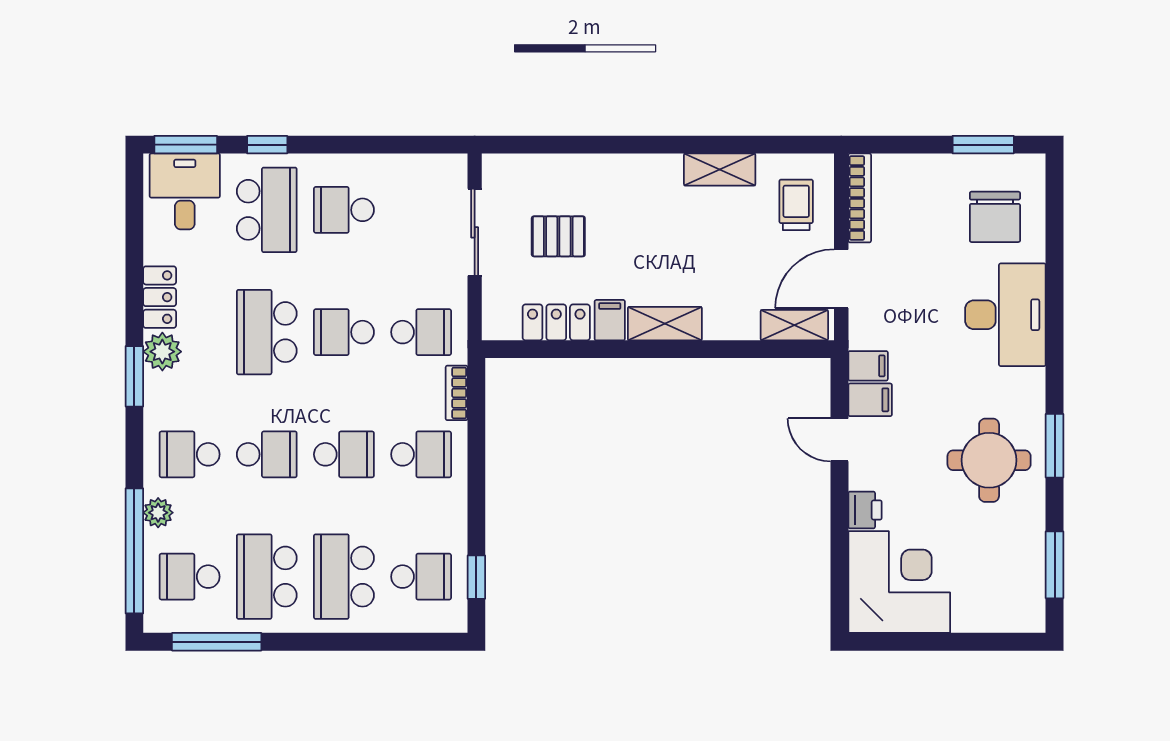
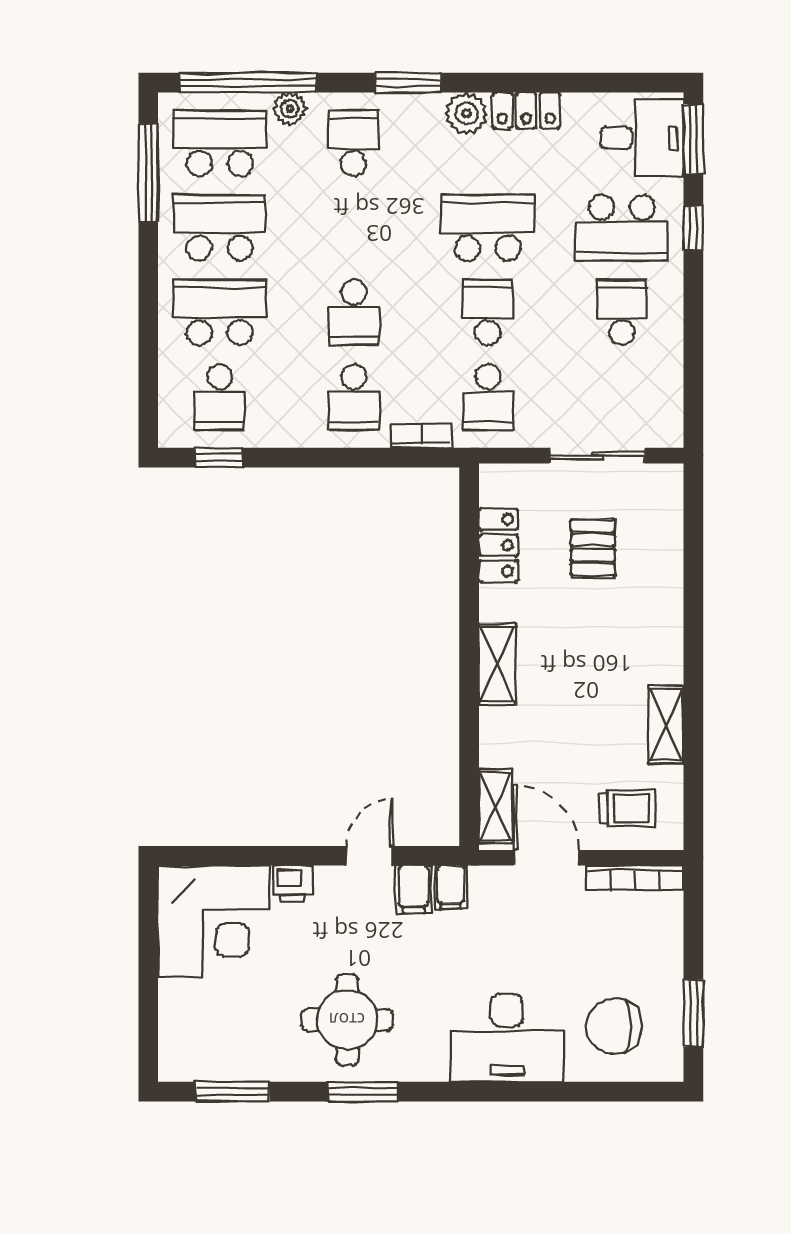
filing cabinet: (610, 320) -> (501, 604), removed
window: (134, 376) -> (408, 83), moved
school desk: (267, 454) -> (354, 228), removed
school desk: (190, 577) -> (220, 143), width x1.85

